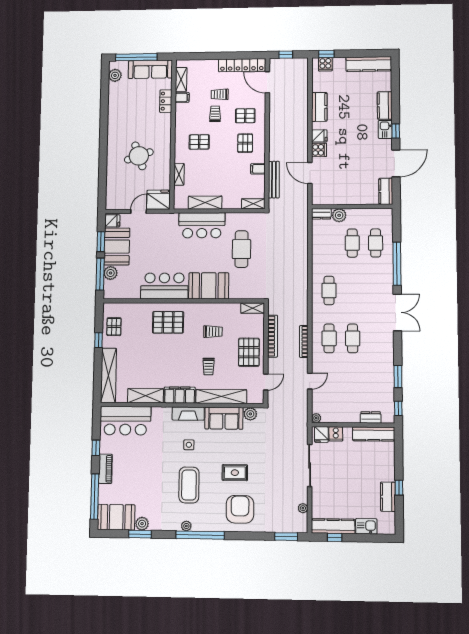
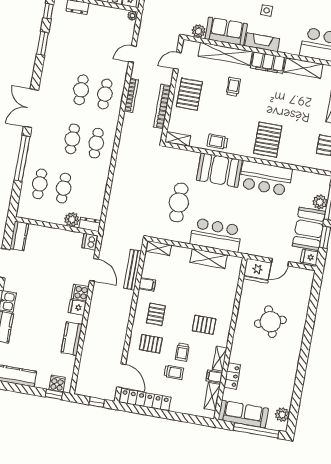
shelving: (179, 174) -> (220, 359), moved
dishwasher: (318, 198) -> (90, 242), added
cafe table: (352, 290) -> (72, 139), added
pallet: (168, 322) -> (268, 140), turned 90
trolley: (213, 332) -> (217, 142), moved

